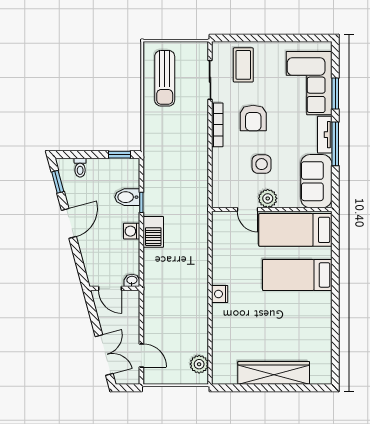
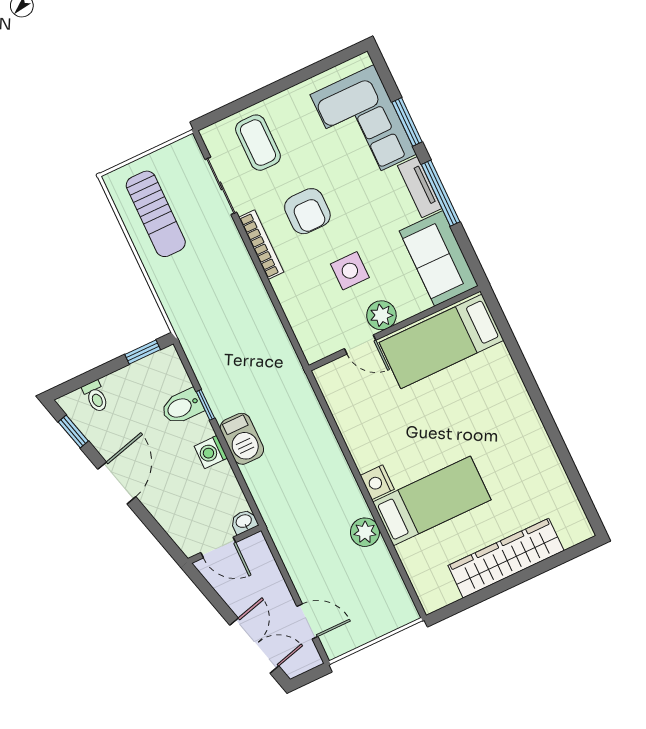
bed: (297, 275) -> (432, 501), moved, turned 180
plant: (199, 364) -> (365, 532), moved

